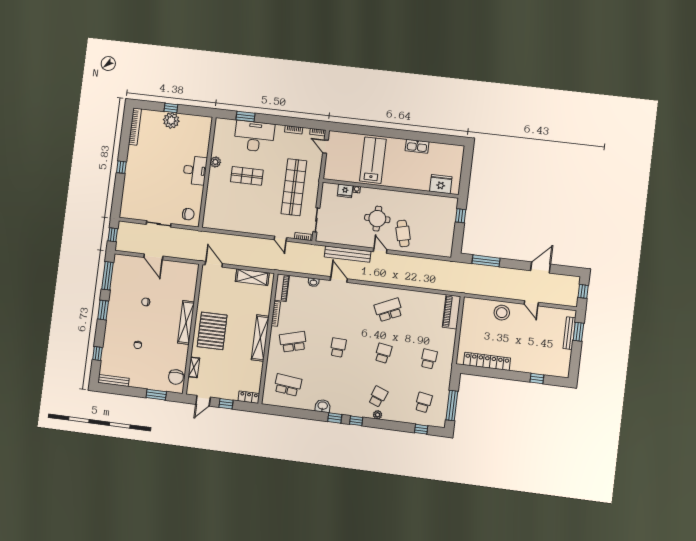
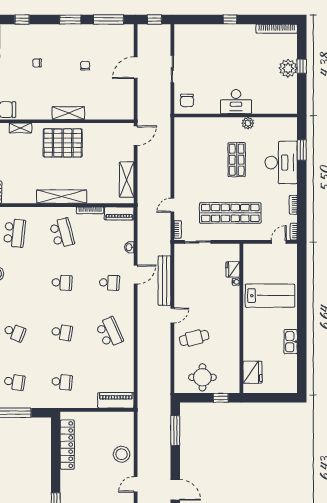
round table: (377, 219) -> (202, 377), moved
school desk: (343, 304) -> (109, 283), added
shelving: (186, 322) -> (68, 113), width x0.68

